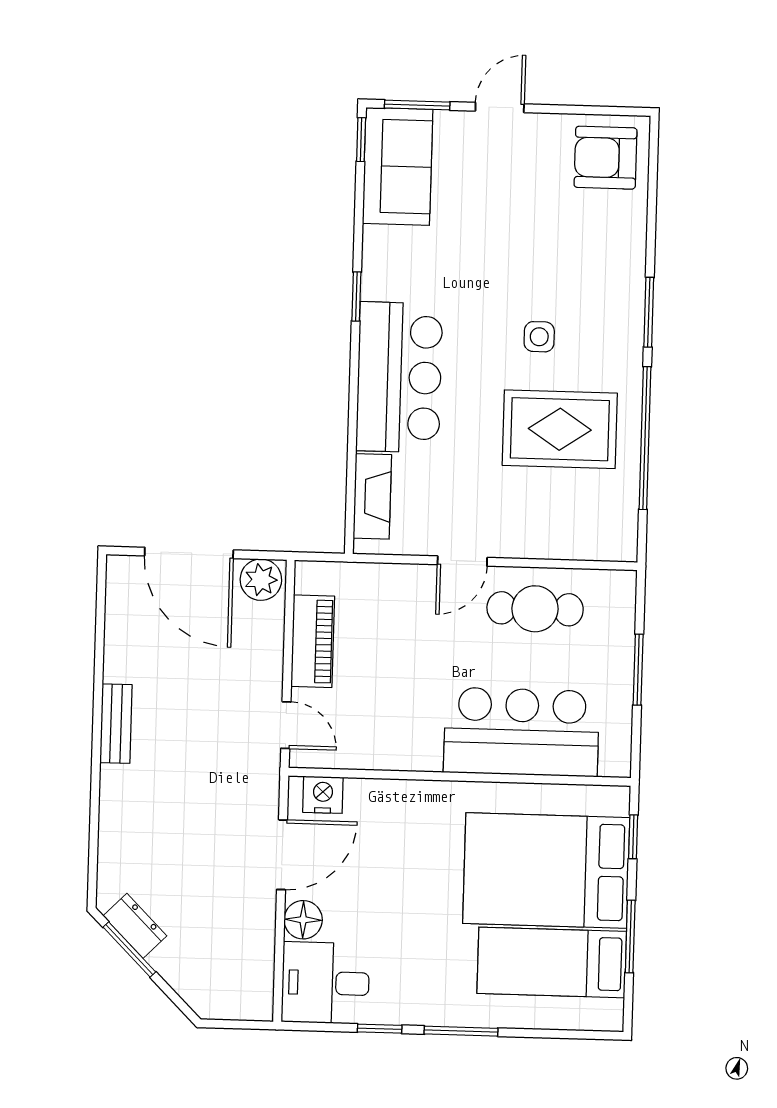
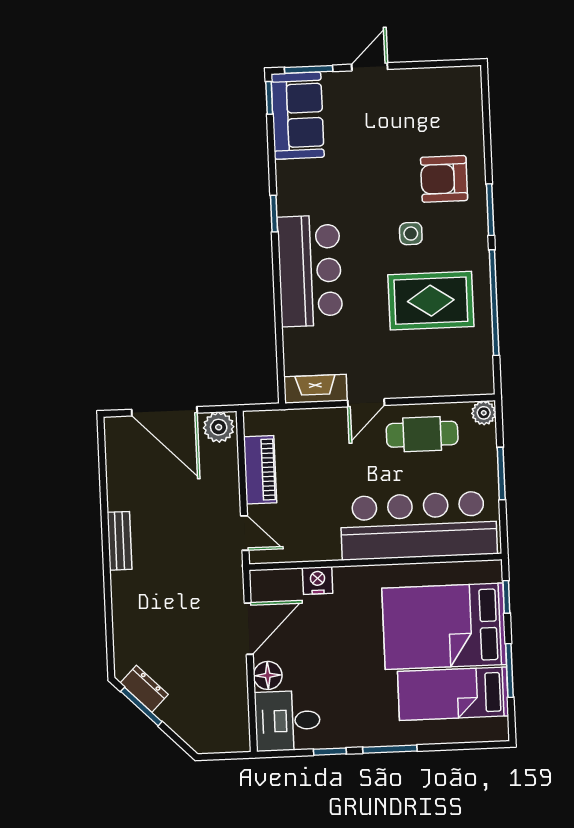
armchair: (605, 158) -> (444, 179), moved
fireplace: (372, 496) -> (315, 389), moved, turned -90
plant: (620, 586) -> (484, 413), added
bar counter: (521, 732) -> (419, 526), width x1.36
nightstand: (323, 795) -> (318, 581), moved

